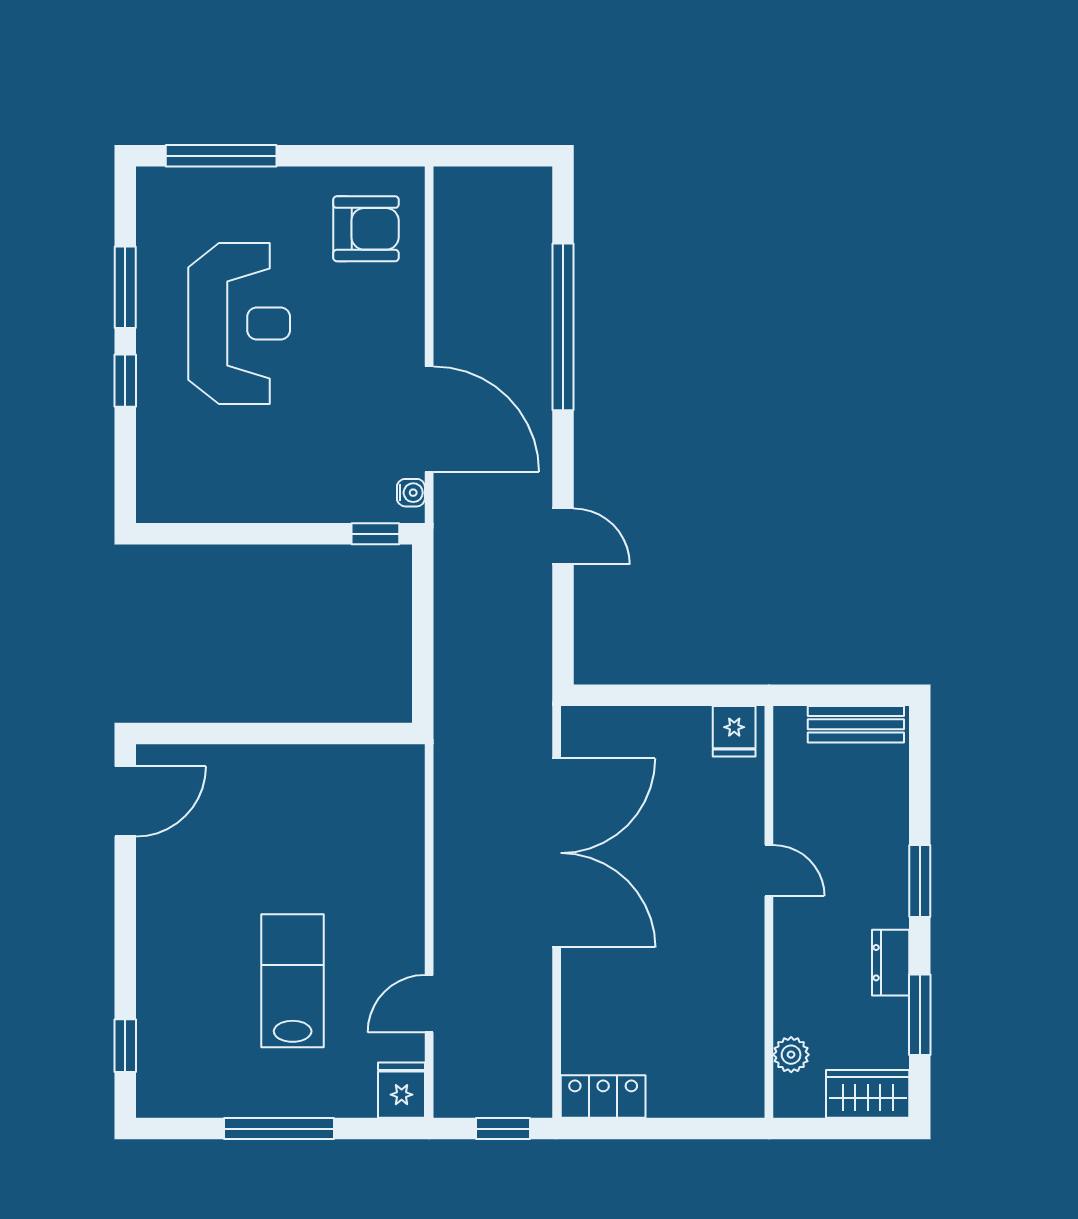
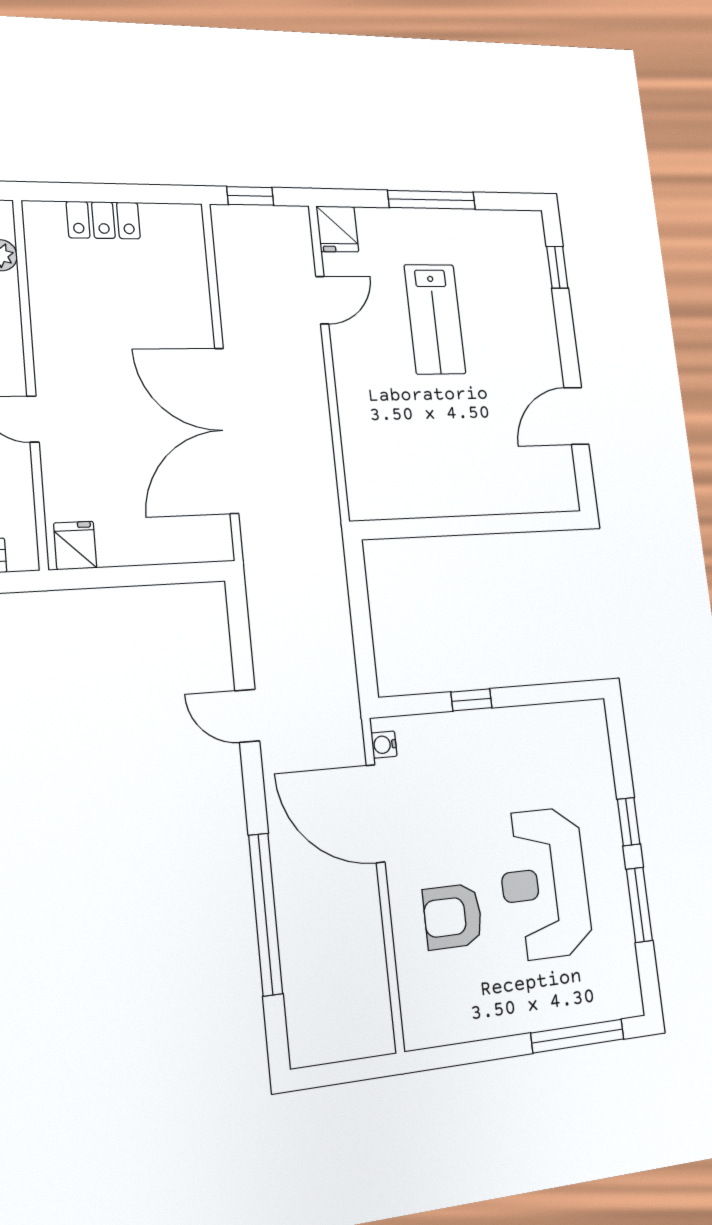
armchair: (366, 229) -> (453, 916), moved
window: (375, 534) -> (471, 700), moved
door: (125, 801) -> (576, 416), moved
locker: (603, 1097) -> (103, 220), moved

